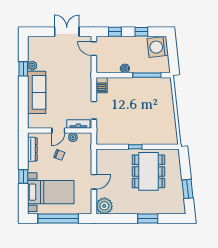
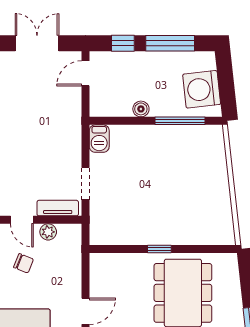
window: (141, 32) -> (170, 43), width x2.17
washing machine: (158, 47) -> (202, 89), moved
door: (94, 49) -> (85, 73), hinge flipped
door: (58, 131) -> (22, 220), hinge flipped

